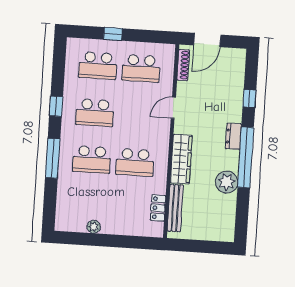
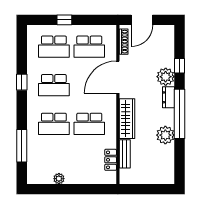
door: (173, 108) -> (118, 77), width x1.87
plant: (231, 111) -> (166, 77), added
window: (53, 158) -> (22, 146), moved
bench: (175, 208) -> (125, 154), width x0.73

